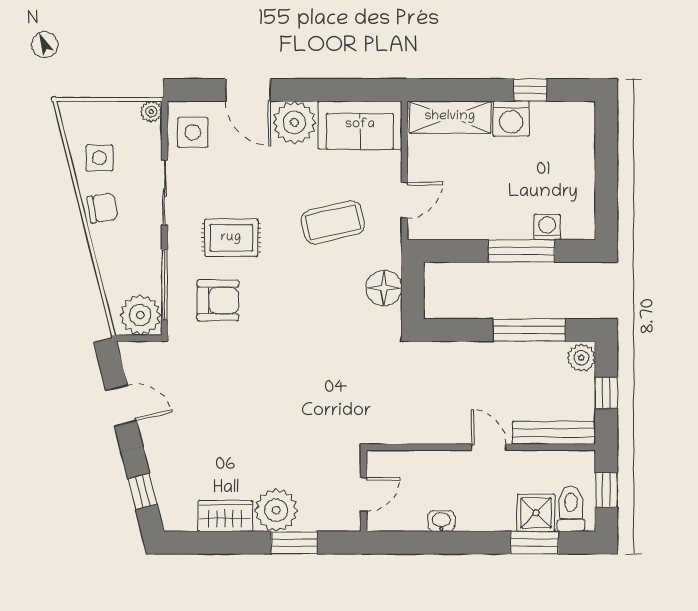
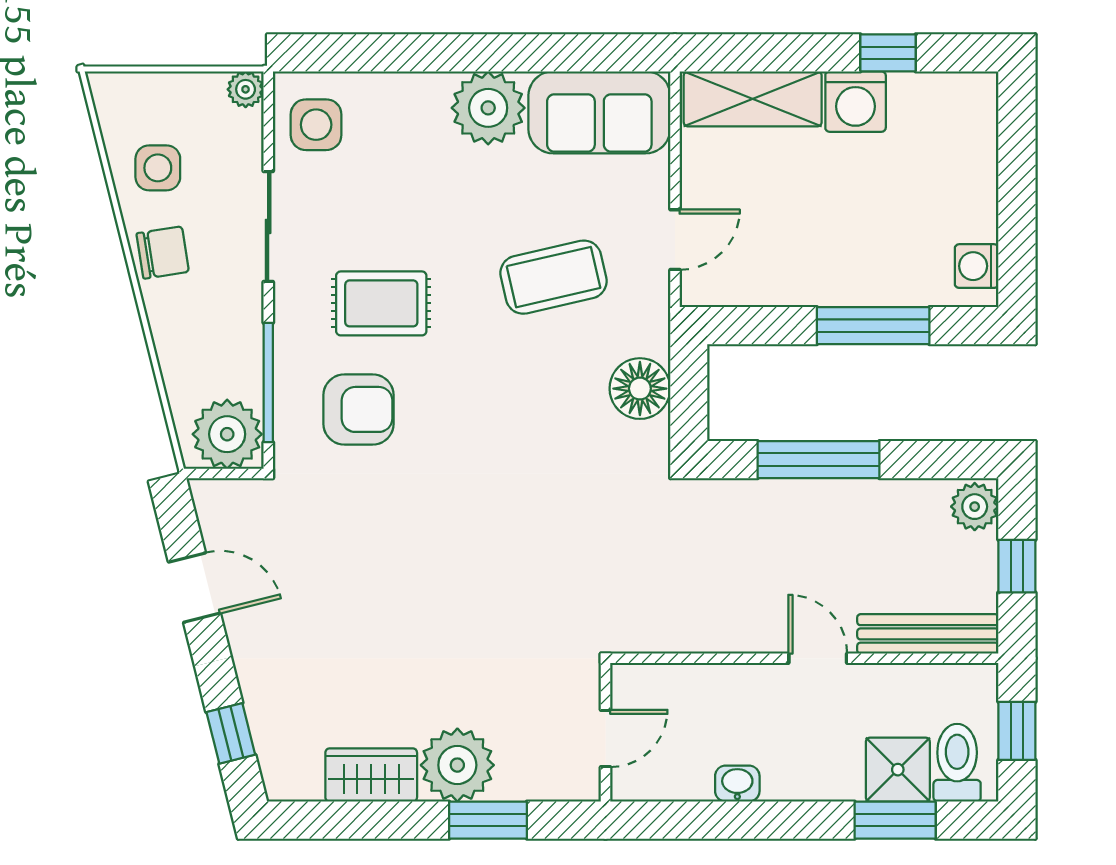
door: (248, 90) -> (410, 53), removed
washing machine: (547, 227) -> (977, 266), moved, turned -90
window: (529, 330) -> (818, 460), moved

